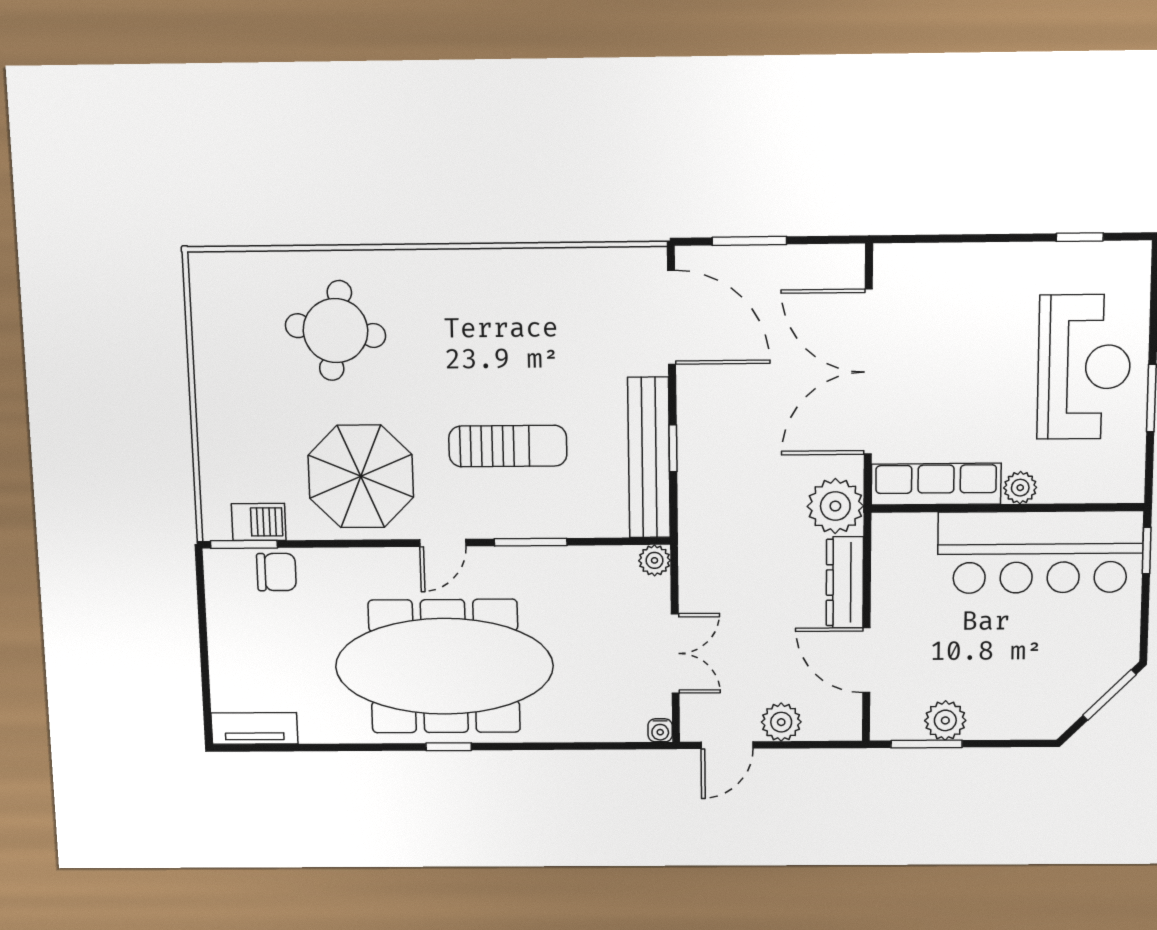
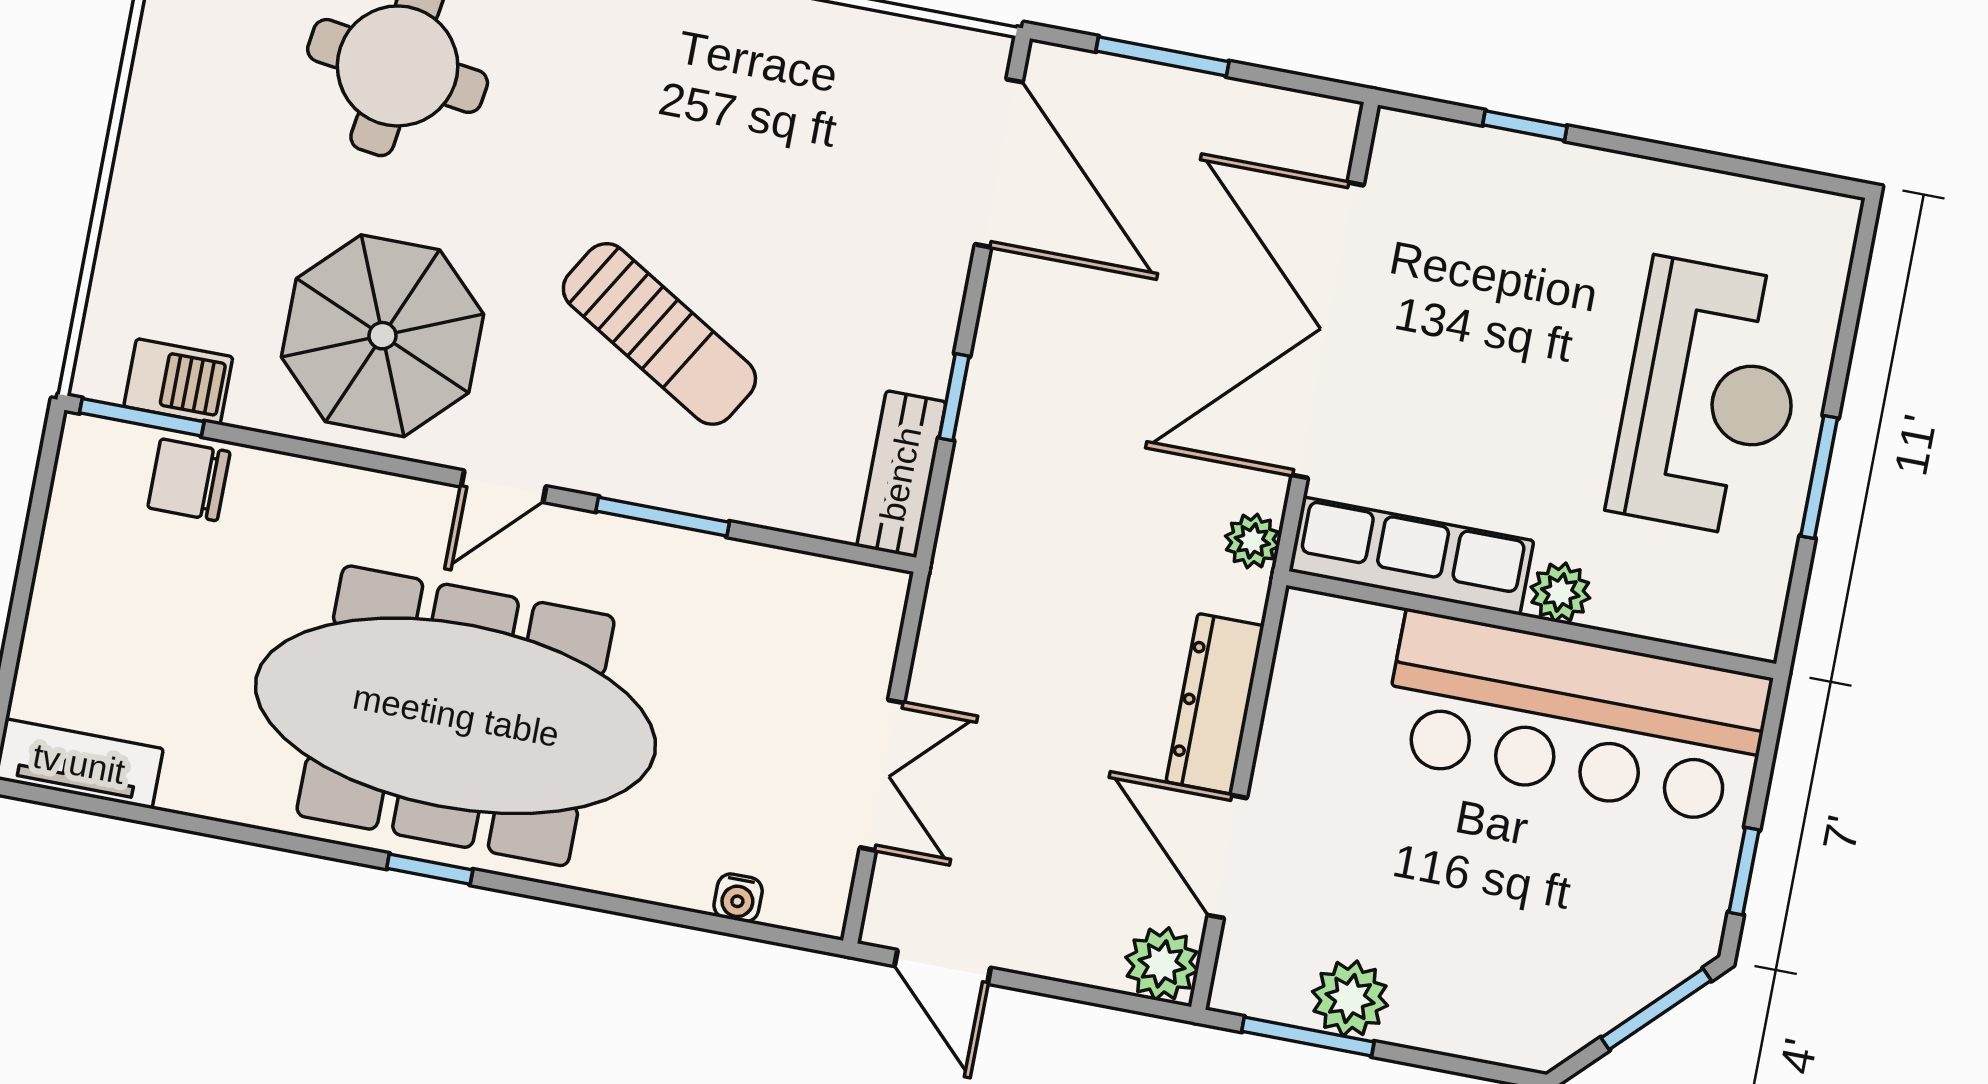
window: (1080, 237) -> (1525, 126), moved
sun lounger: (508, 446) -> (659, 334), turned 31
bench: (649, 458) -> (901, 474), width x0.54, depth x0.82
plant: (835, 506) -> (1252, 541), width x0.53, depth x0.53
window: (1147, 551) -> (1744, 871), moved
plant: (654, 560) -> (880, 595), removed
chair: (276, 572) -> (189, 480), turned 180
plant: (781, 722) -> (1162, 964), moved
water cooler: (660, 730) -> (738, 898), moved
door: (727, 745) -> (942, 967), hinge flipped

